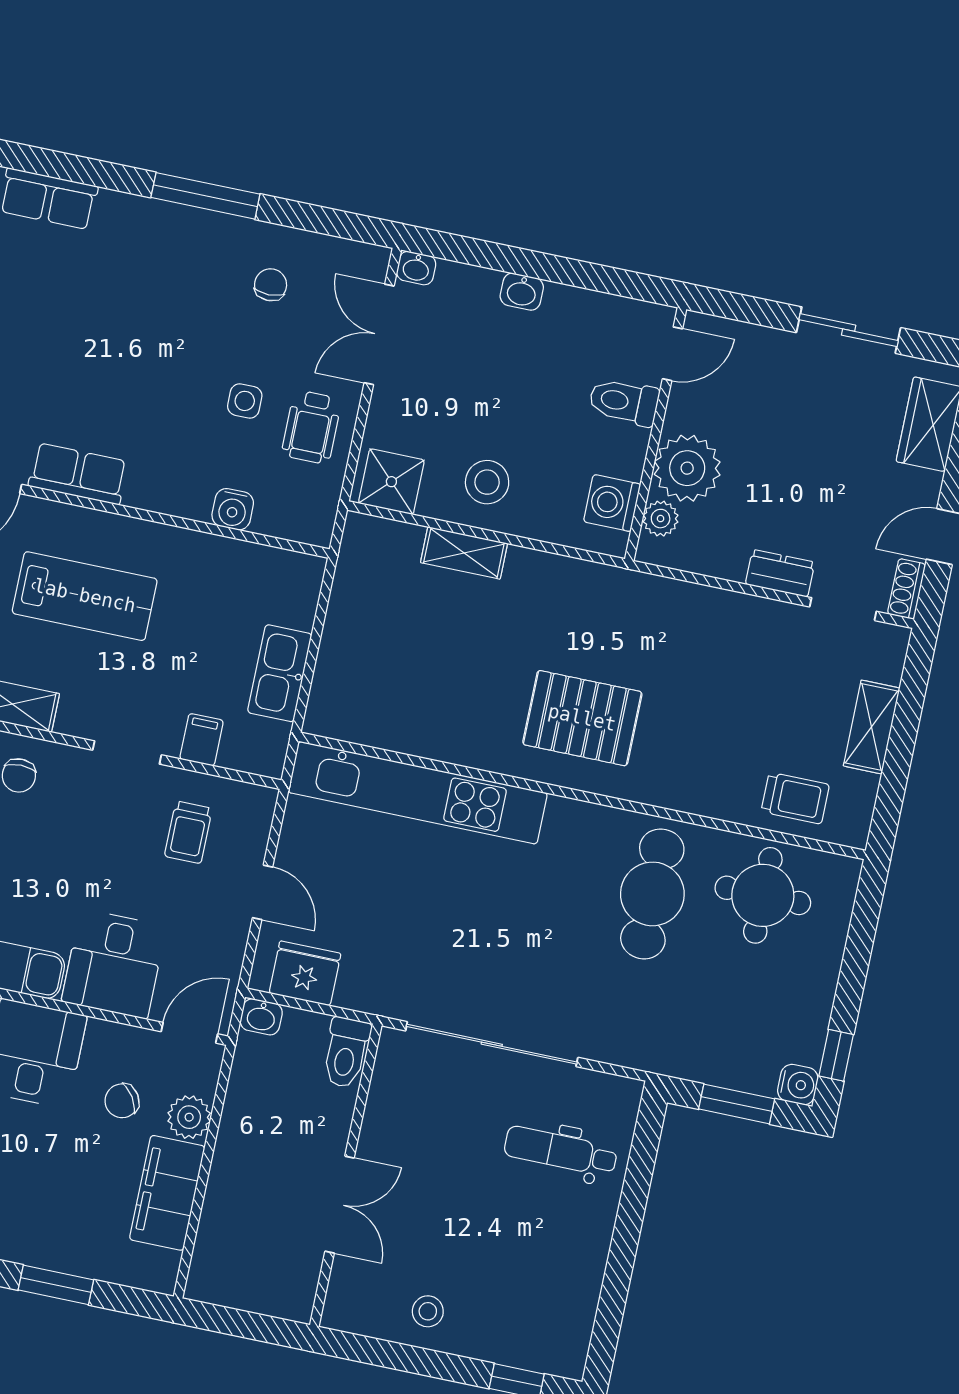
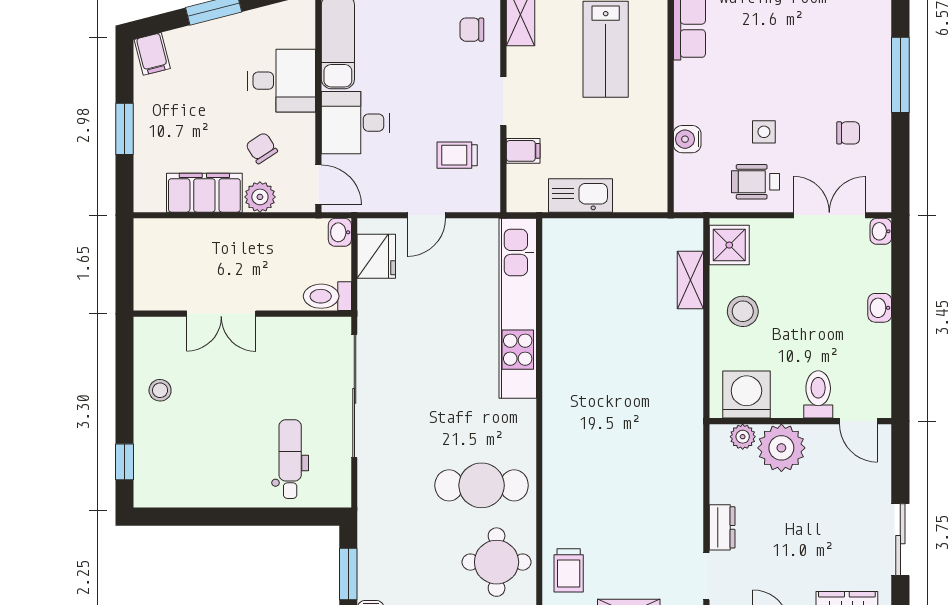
washing machine: (612, 503) -> (746, 395), width x1.37, depth x1.37
shelving: (464, 553) -> (690, 280), moved
pallet: (582, 718) -> (593, 411), removed

